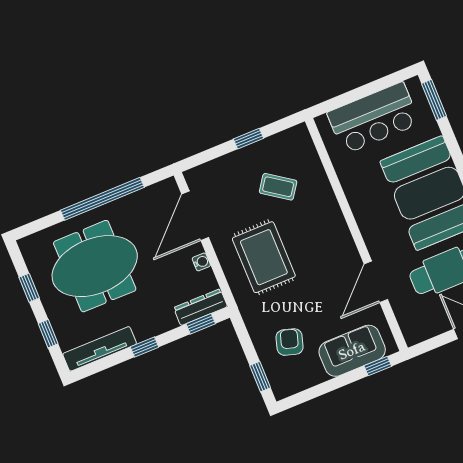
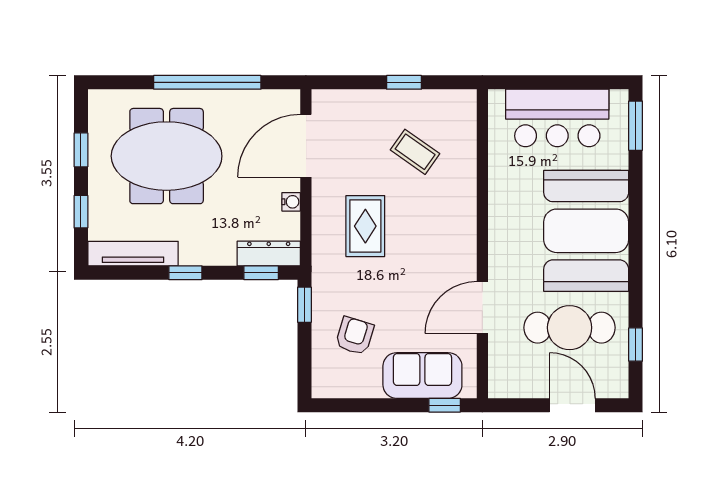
rug: (264, 257) -> (365, 226), width x0.73, depth x0.70
window: (260, 377) -> (304, 305), moved

